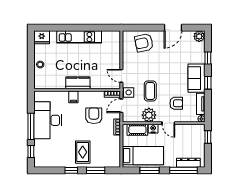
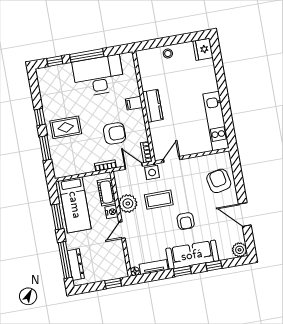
kitchen unit: (79, 37) -> (216, 121), moved
sofa: (197, 78) -> (192, 255), width x1.36
armchair: (176, 103) -> (186, 221), moved

